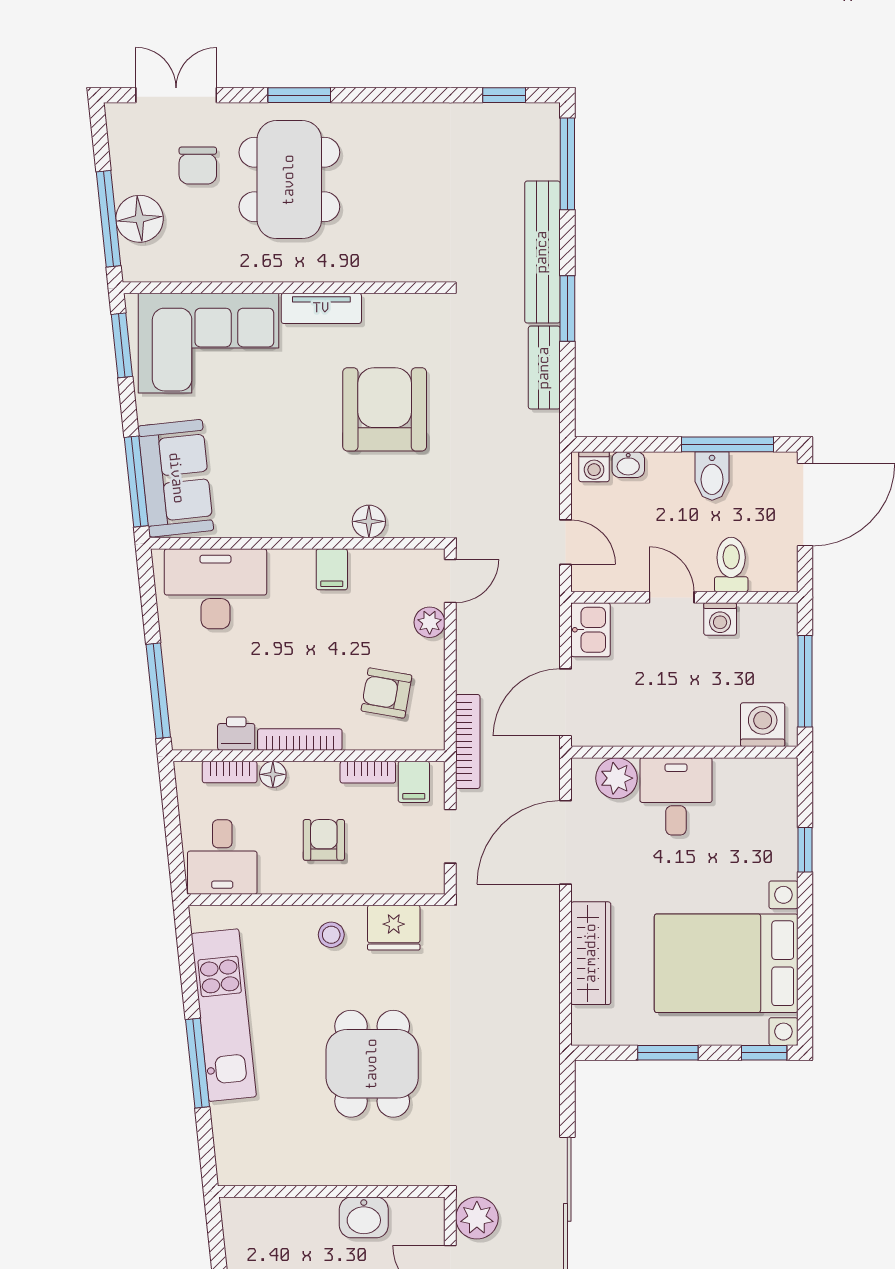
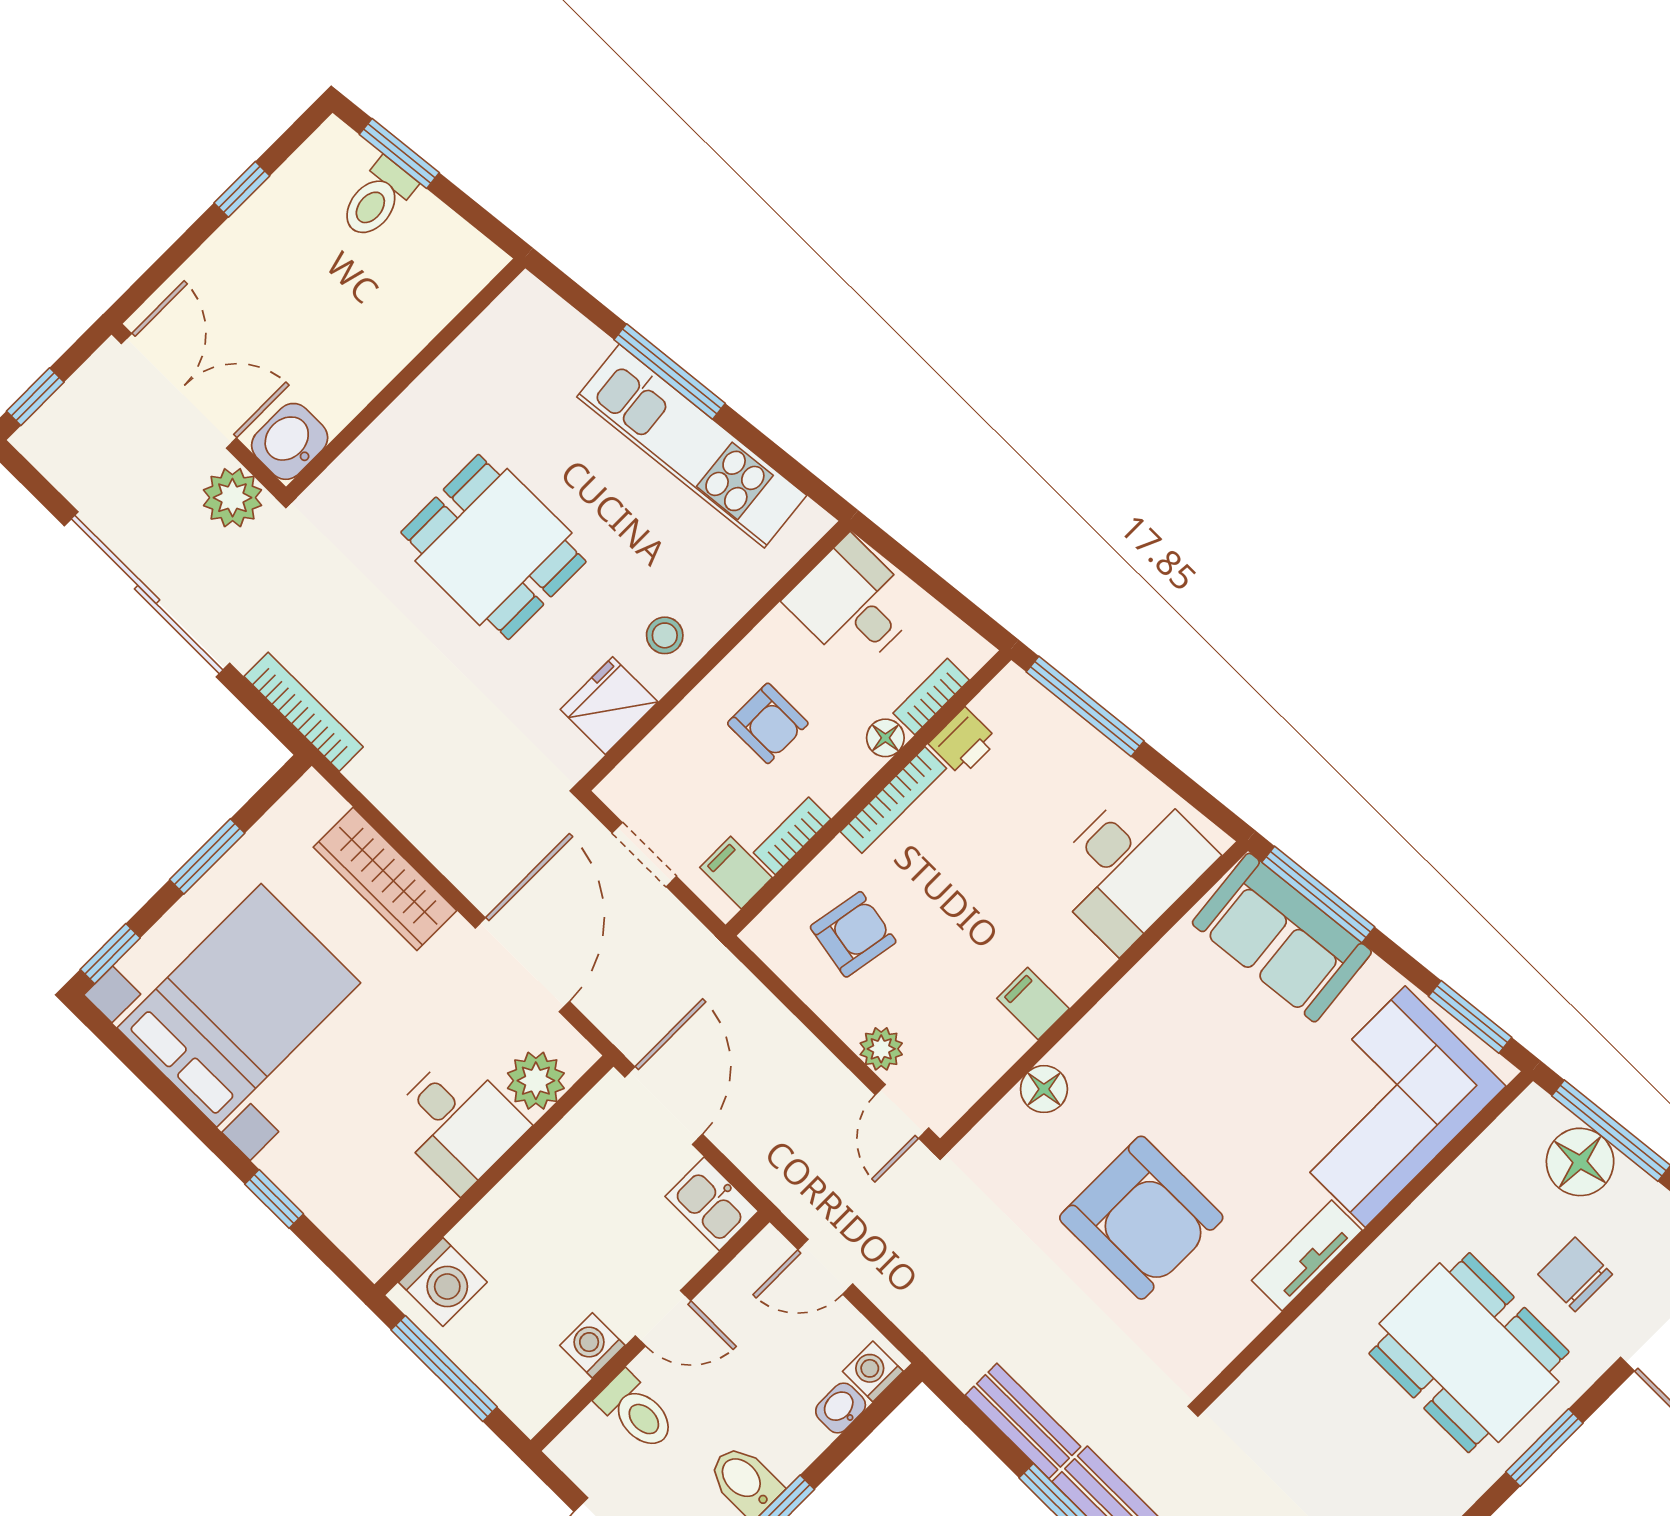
bookcase: (468, 741) -> (304, 712), moved, turned 180
washbasin: (364, 1217) -> (290, 441), moved

